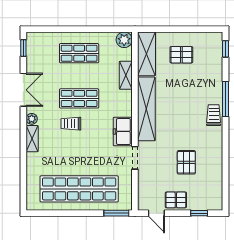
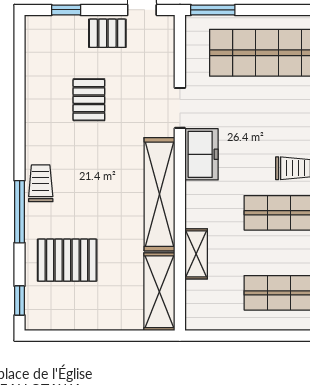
plant: (124, 40) -> (199, 317), removed
pallet: (181, 55) -> (67, 260), moved, width x1.50, depth x1.42
trolley: (214, 115) -> (41, 183), turned 180

